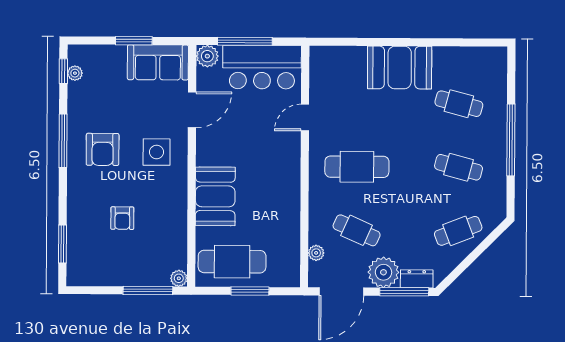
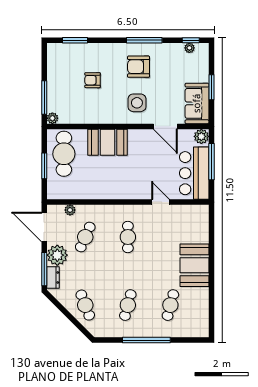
cafe table: (357, 167) -> (128, 237), width x0.73, depth x0.74

